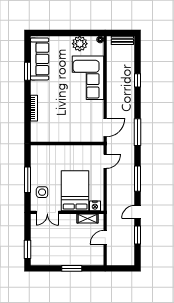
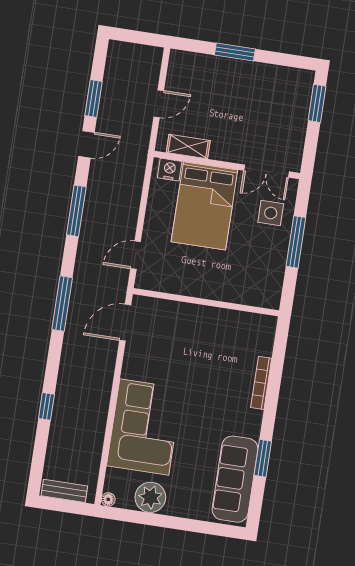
double door: (47, 212) -> (266, 171), swing flipped

